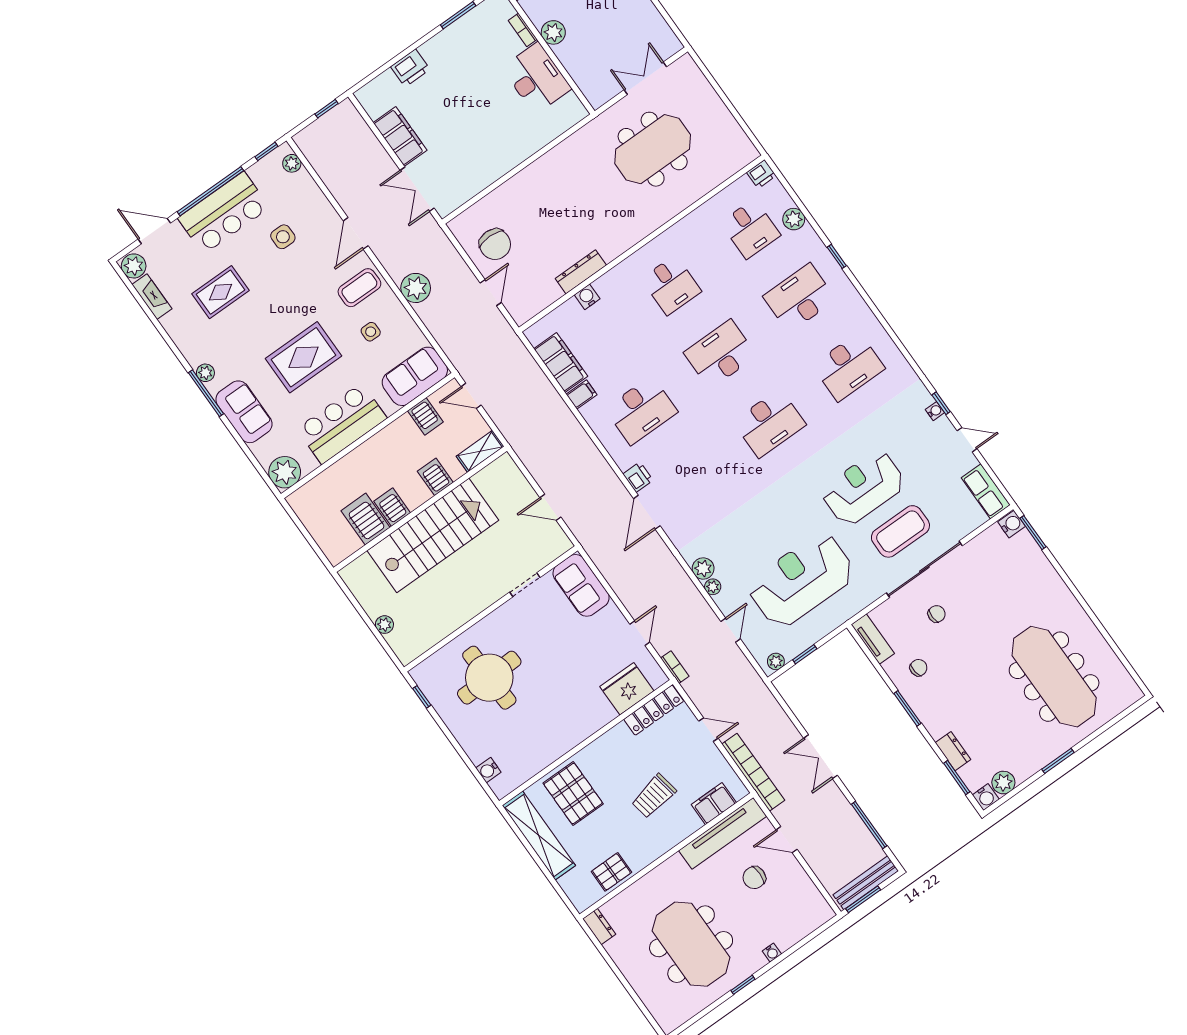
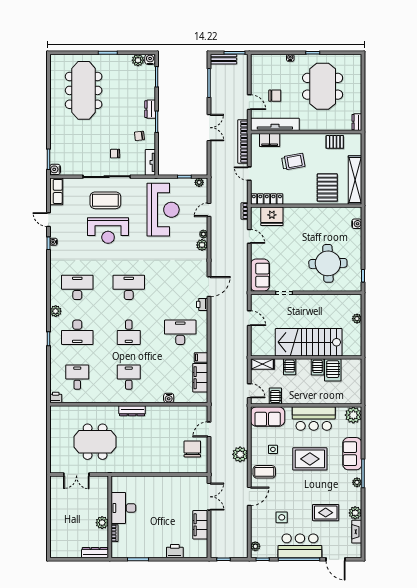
plant: (794, 219) -> (56, 311), moved
plant: (134, 266) -> (355, 513), moved
dresser: (581, 272) -> (132, 411), moved
desk: (720, 354) -> (129, 332), width x0.73
reception desk: (801, 580) -> (163, 210), turned -90
door: (640, 633) -> (249, 236), swing flipped
dresser: (953, 751) -> (150, 109), moved
bench: (866, 883) -> (223, 59), width x0.73

